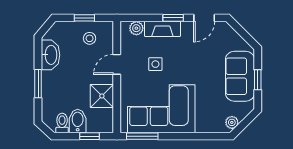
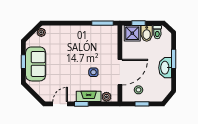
washbasin: (50, 55) -> (165, 68), moved
door: (117, 64) -> (120, 72), width x1.87
shower: (102, 96) -> (132, 33), moved
corner sofa: (161, 109) -> (89, 42), removed

